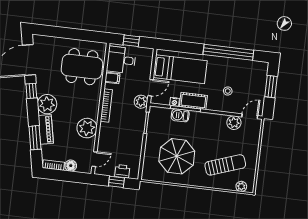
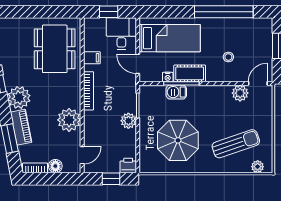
desk: (121, 60) -> (121, 34), moved, turned 90
dining table: (82, 67) -> (55, 49), turned 90
door: (151, 88) -> (138, 64), swing flipped
plant: (141, 102) -> (128, 121), moved
printer: (122, 171) -> (128, 165), moved

